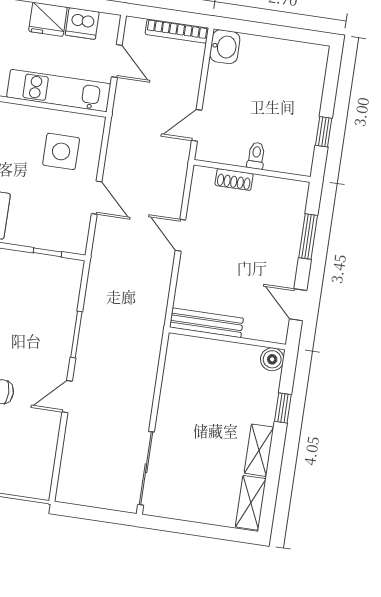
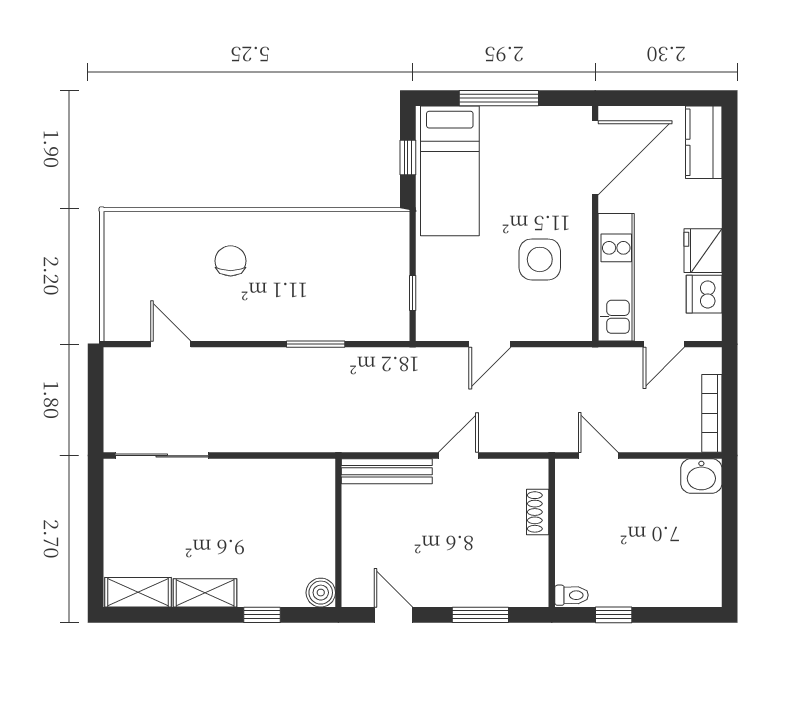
side table: (61, 151) -> (540, 259), moved
toilet: (256, 156) -> (572, 595), moved
door: (298, 305) -> (393, 615), hinge flipped
bench: (206, 323) -> (387, 471), moved, turned 90
door: (67, 397) -> (171, 344), moved

